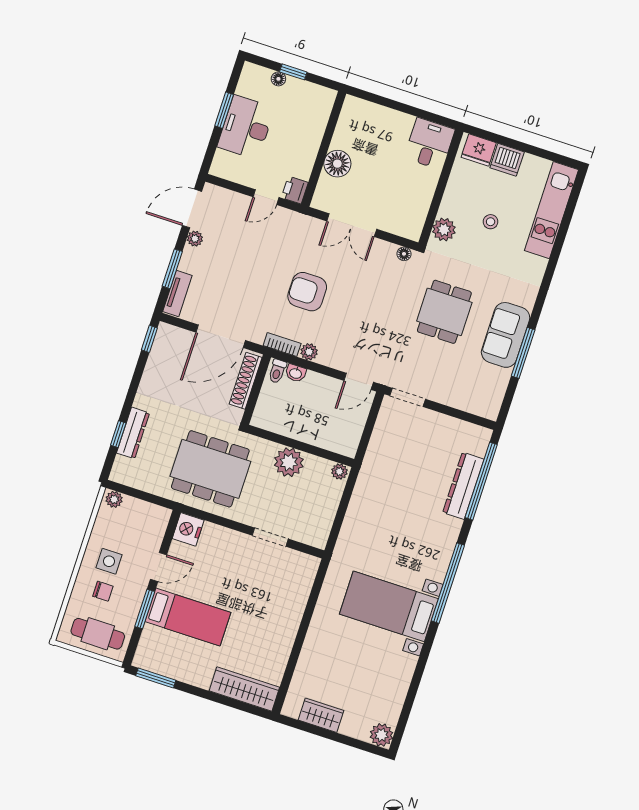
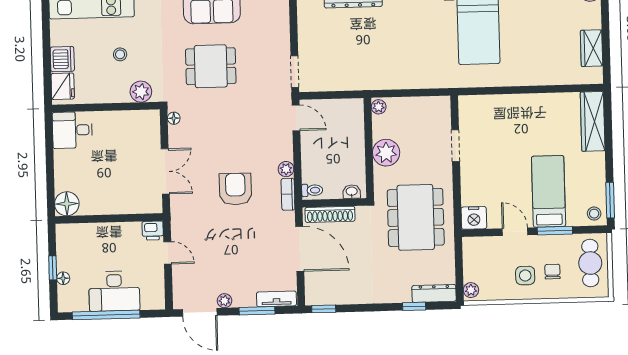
window: (224, 110) -> (106, 315), width x2.11
floor lamp: (337, 164) -> (67, 204), moved
armchair: (307, 292) -> (235, 189), turned 180
washbasin: (296, 373) -> (352, 192), moved, turned -90
dresser: (133, 433) -> (434, 293), moved
stool: (148, 656) -> (594, 214), added

